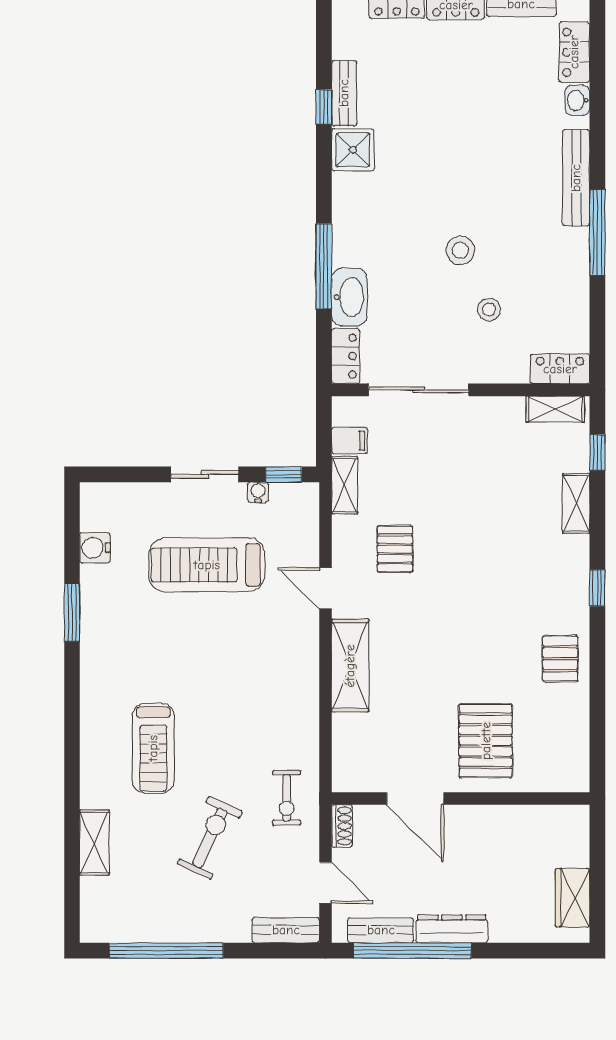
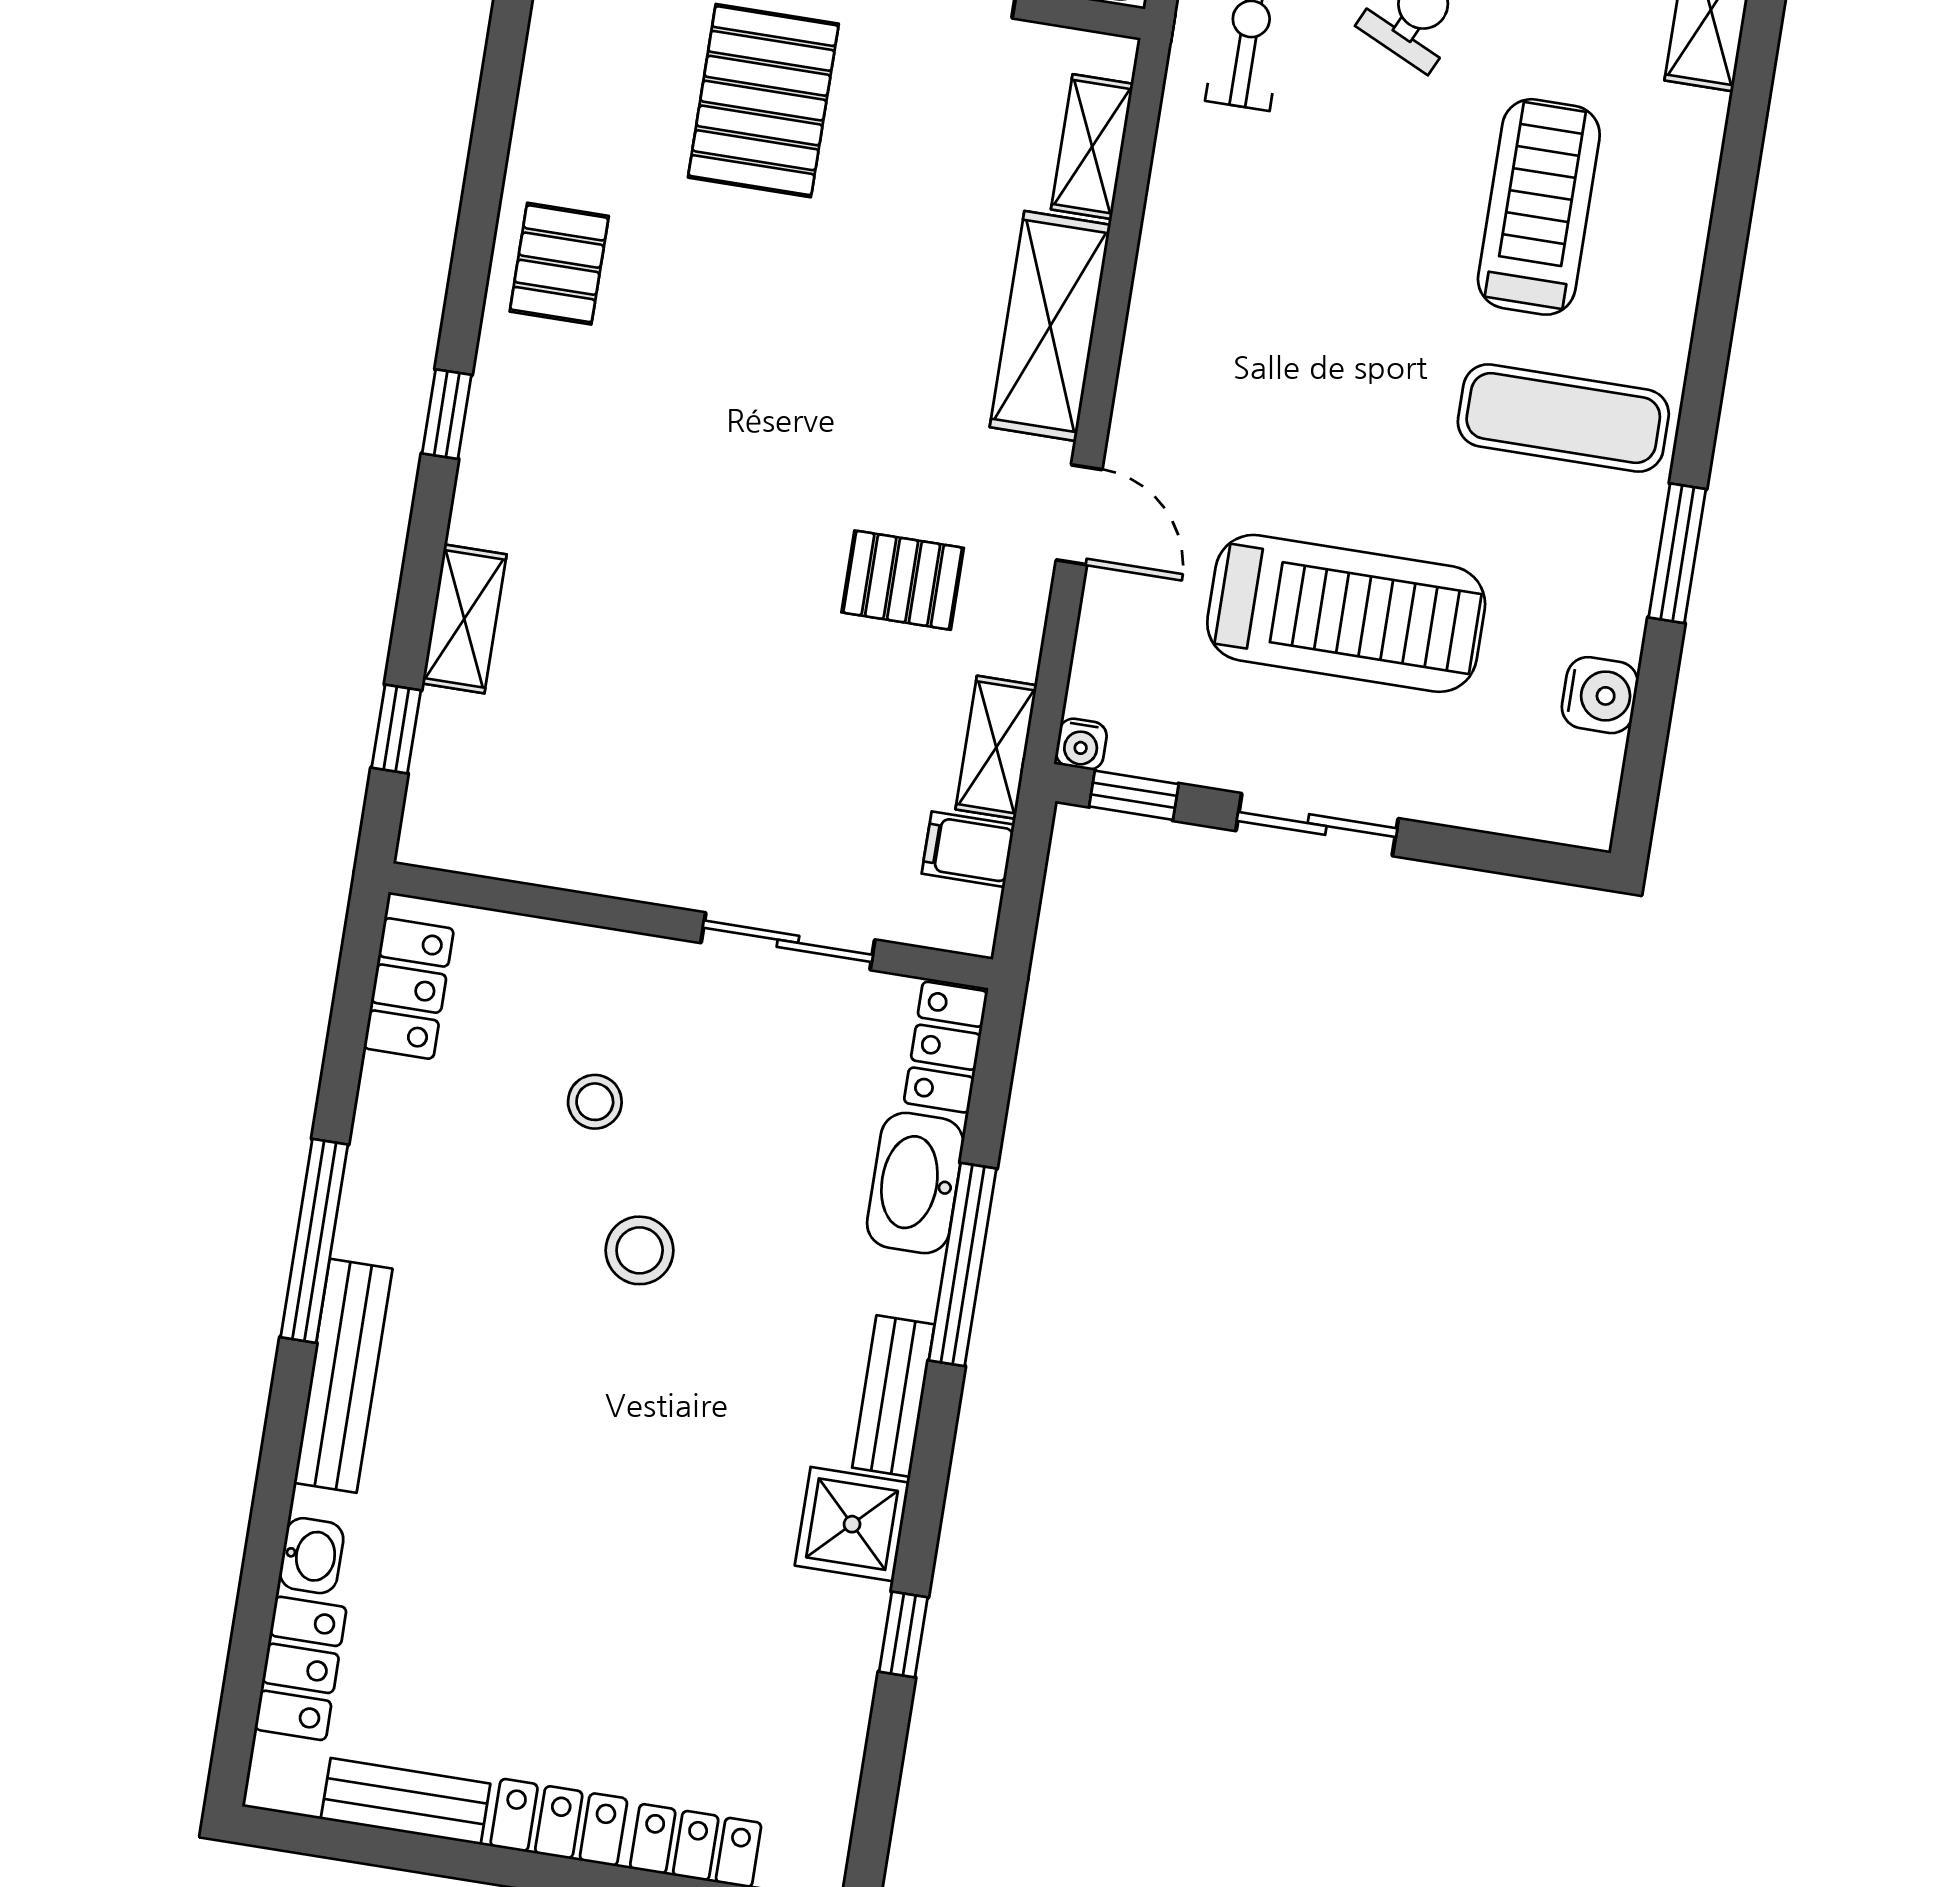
bench: (344, 93) -> (893, 1396), moved
locker: (560, 369) -> (409, 989), moved, turned -90
sliding door: (419, 390) -> (788, 941), width x0.73
shelving: (555, 409) -> (1092, 147), moved, turned 90
water cooler: (258, 492) -> (1081, 744), moved
pallet: (395, 549) -> (903, 580), turned 90
exercise mat: (129, 661) -> (1563, 418), added

